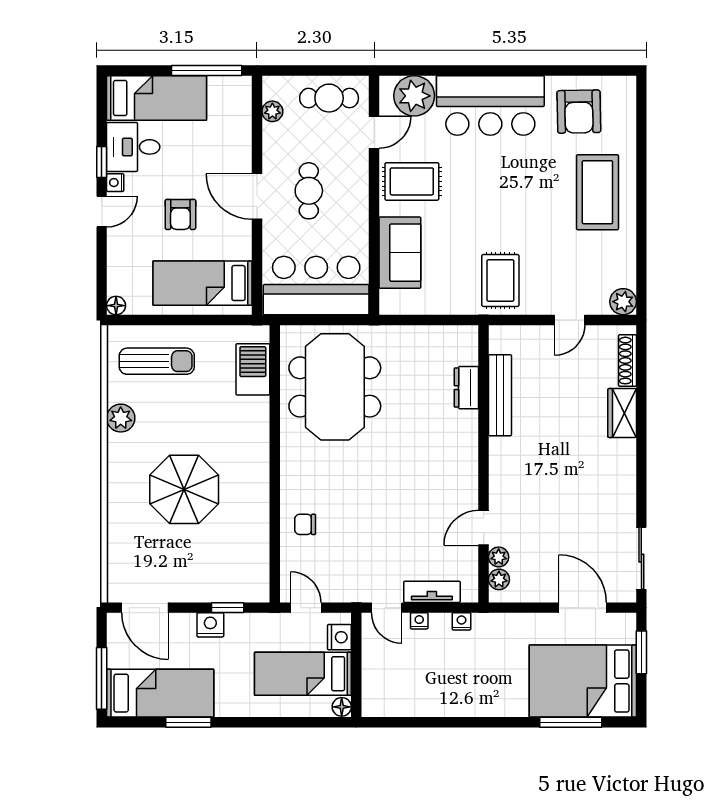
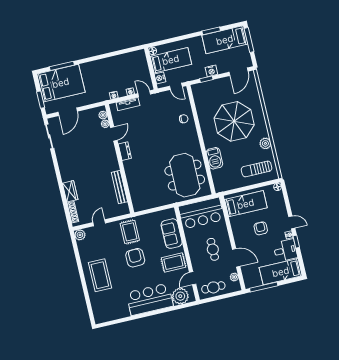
armchair: (579, 112) -> (135, 258), moved
door: (257, 197) -> (236, 258), moved
door: (102, 212) -> (292, 222), swing flipped
barbecue: (253, 369) -> (214, 158), moved
dresser: (466, 388) -> (125, 151), moved
parasol: (184, 489) -> (234, 121), width x1.36, depth x1.36
door: (145, 608) -> (239, 72), swing flipped
door: (583, 608) -> (68, 112), hinge flipped

